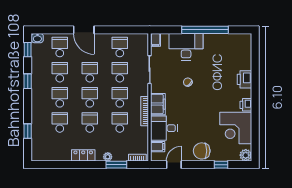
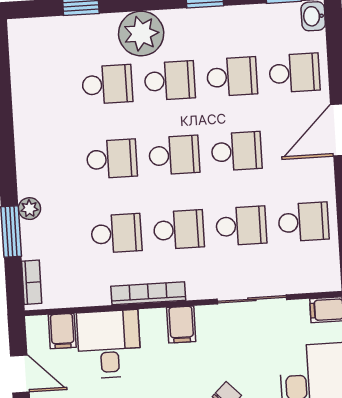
filing cabinet: (158, 104) -> (181, 324), width x0.50
plant: (40, 108) -> (141, 33), added
locker: (83, 155) -> (29, 148), removed

